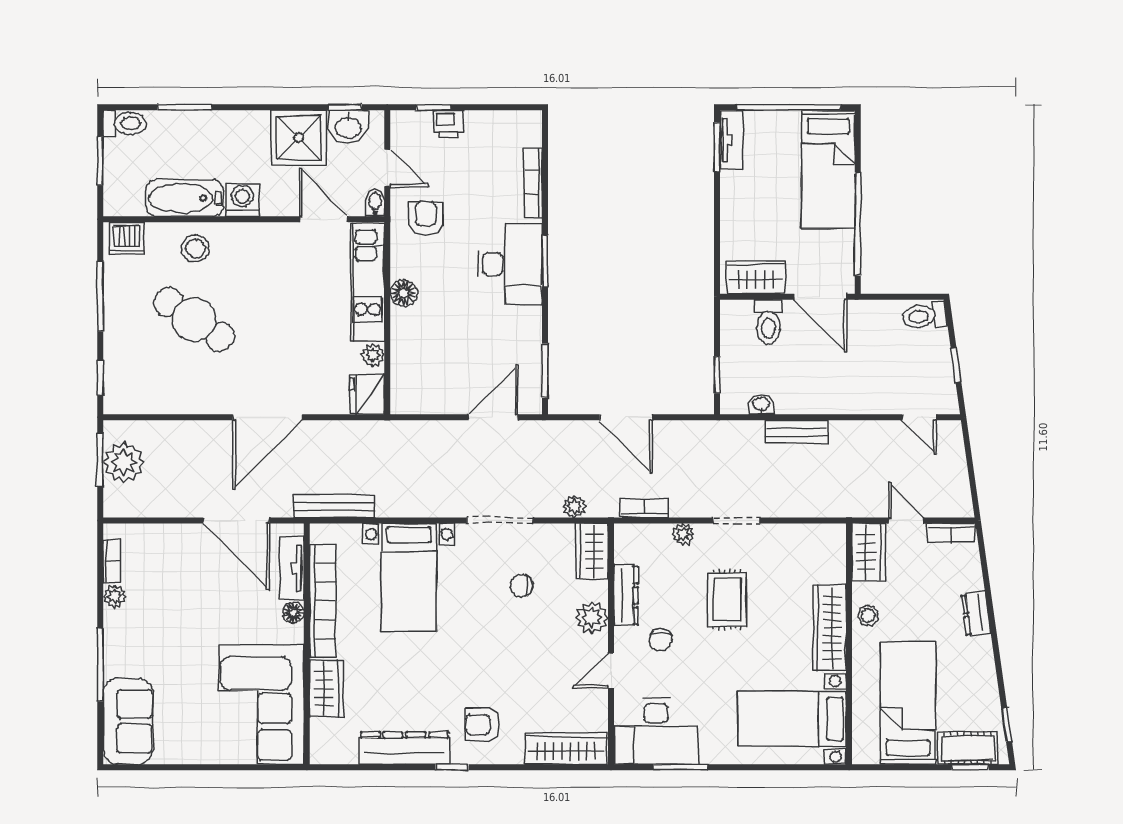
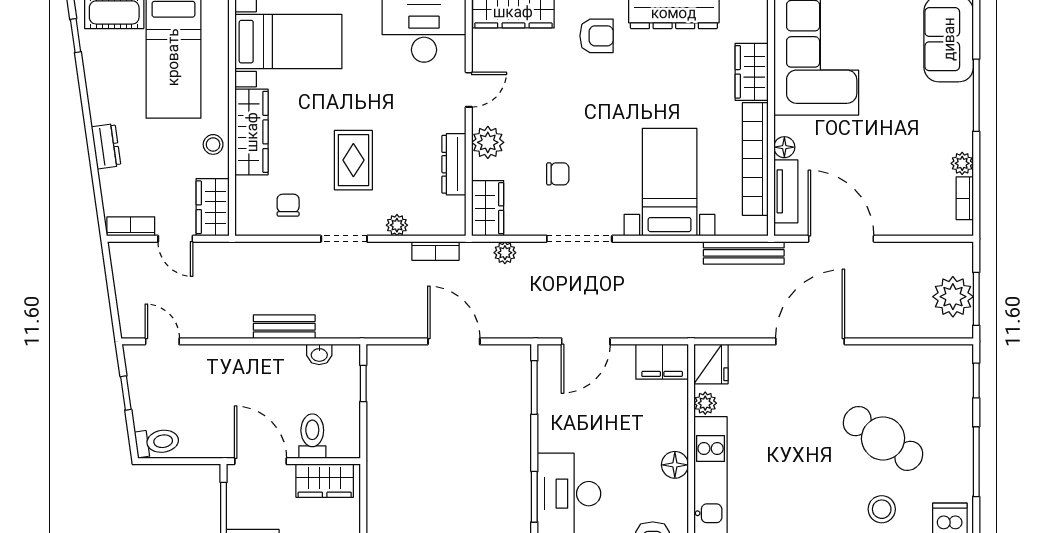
filing cabinet: (416, 397) -> (662, 362), added
chair: (661, 640) -> (288, 205), moved

